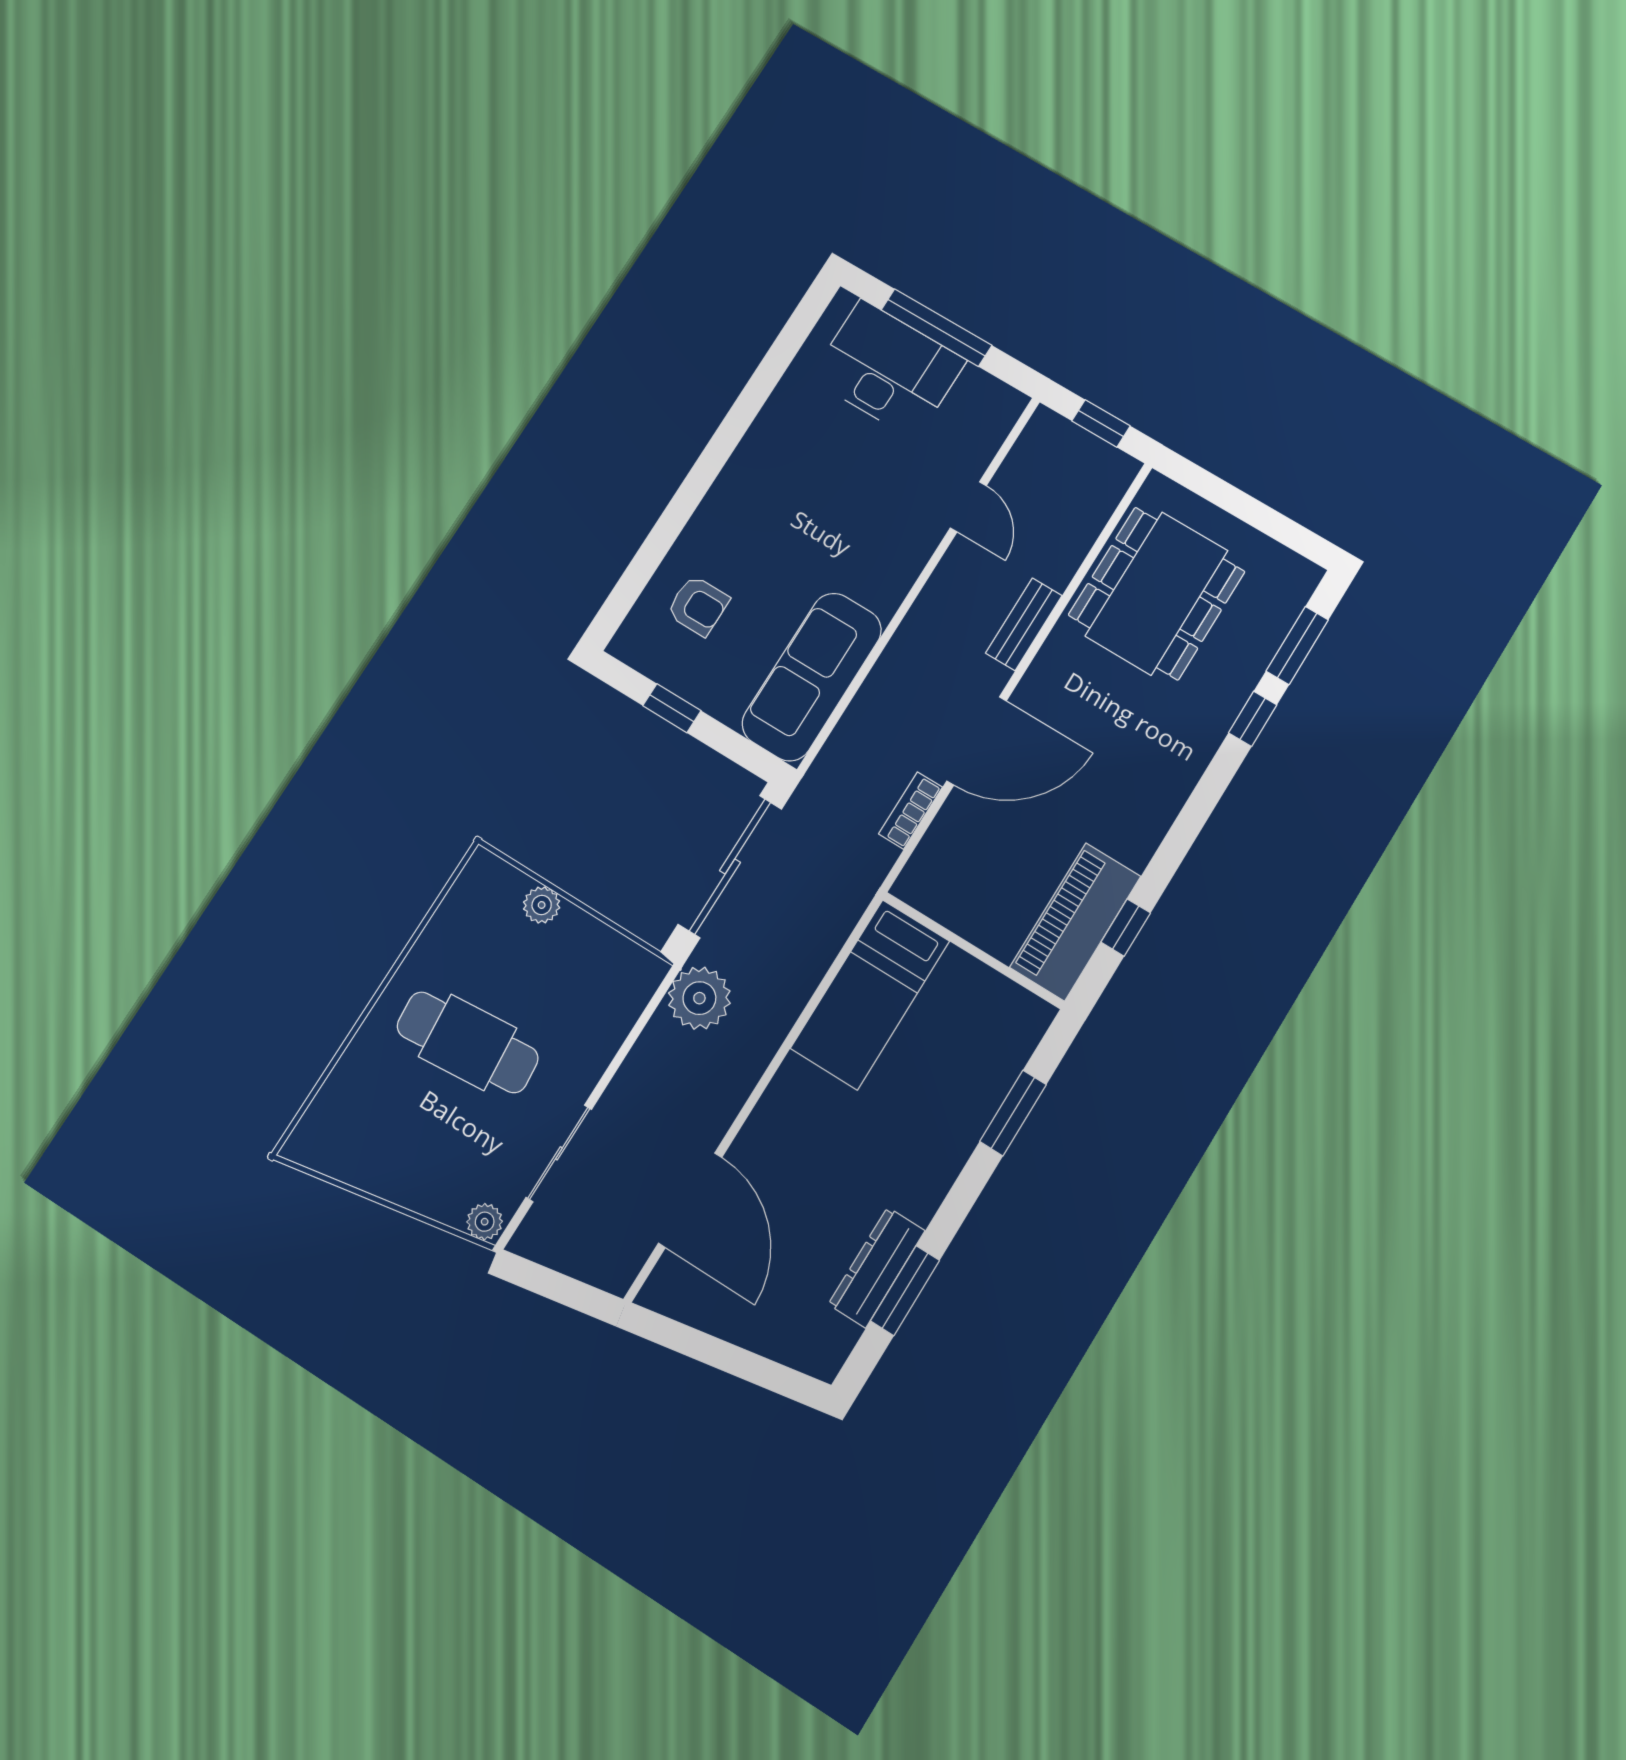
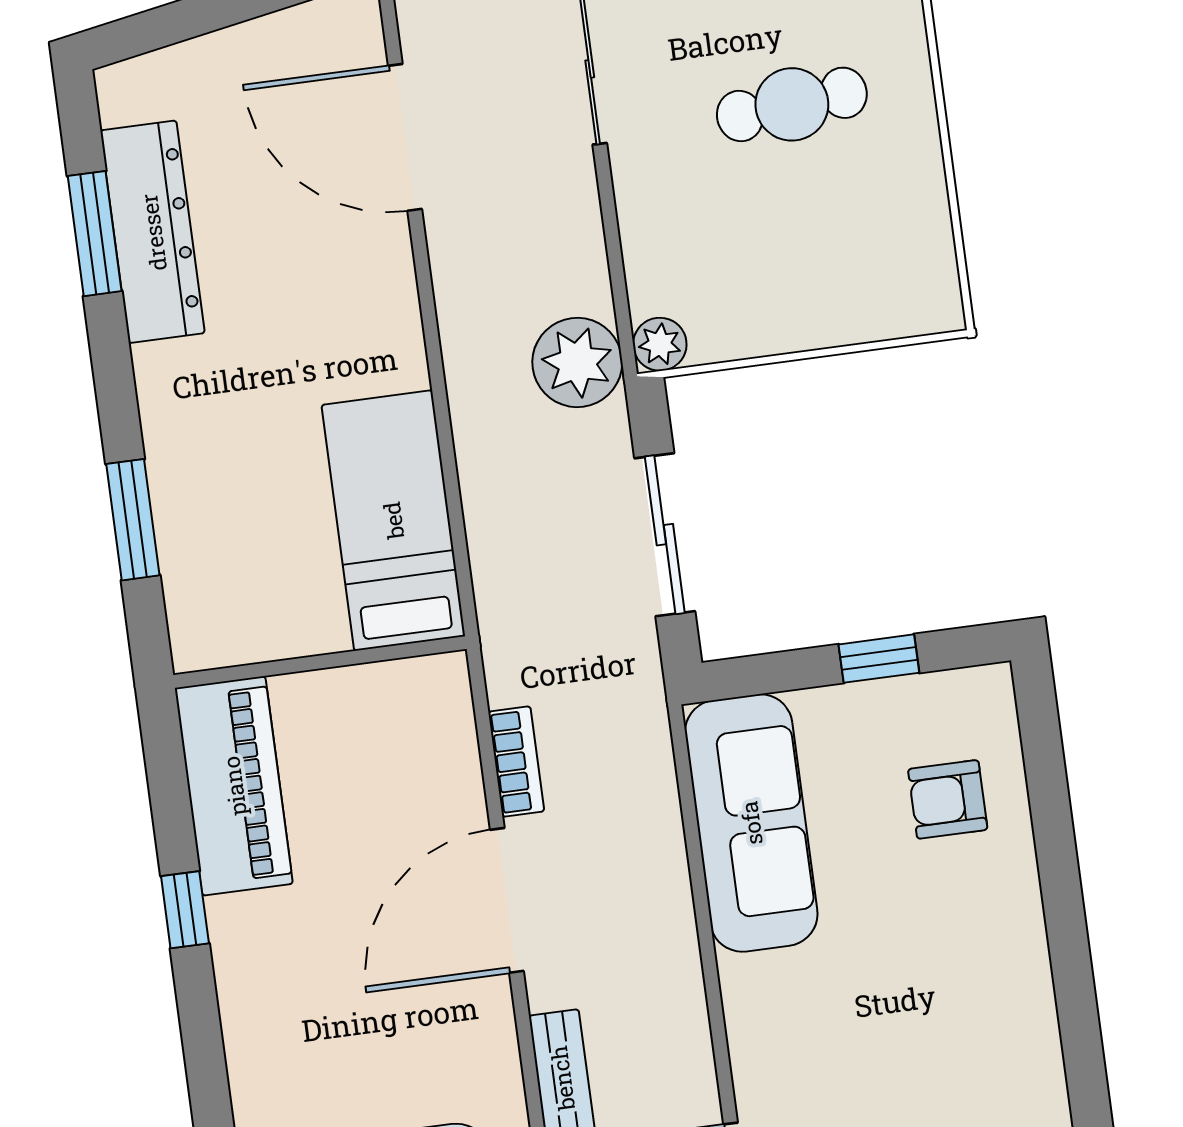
sliding door: (730, 866) -> (665, 535), width x0.73
plant: (542, 905) -> (660, 344), moved
window: (1126, 928) -> (185, 910), moved
cafe table: (468, 1042) -> (792, 104), width x0.73, depth x0.74
dresser: (877, 1267) -> (153, 232), width x1.37, depth x1.24

